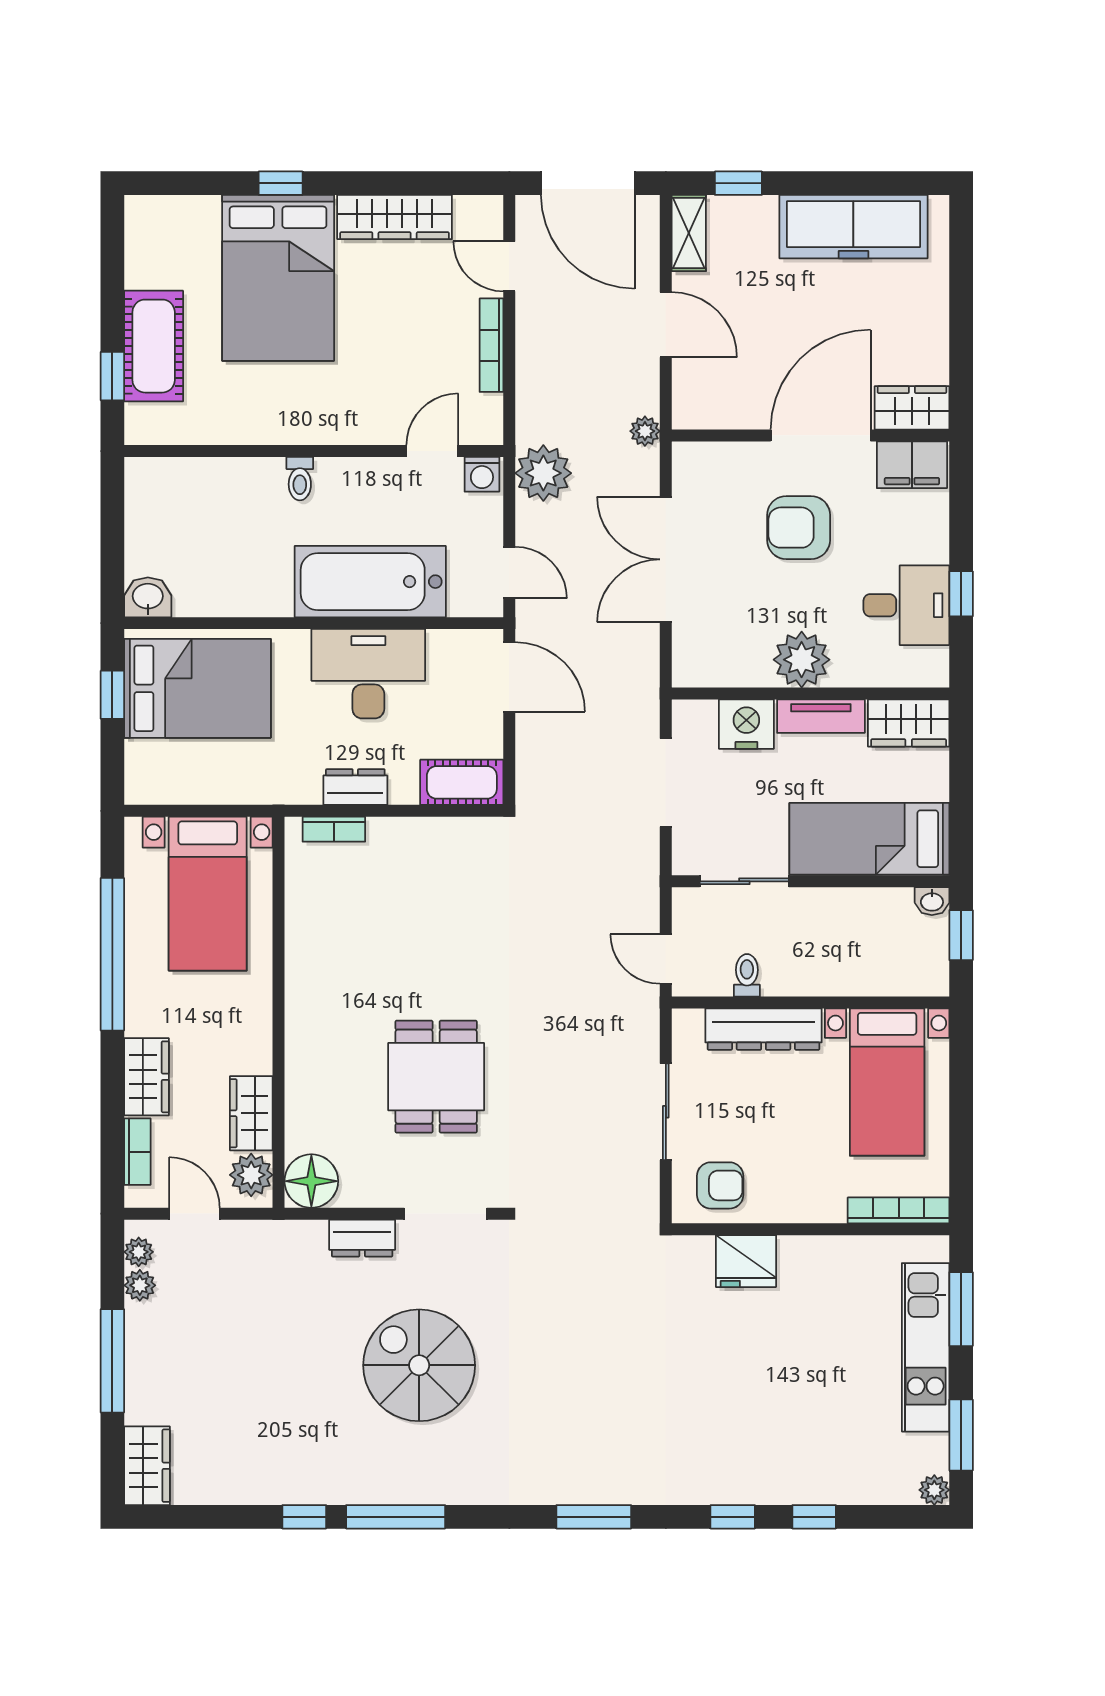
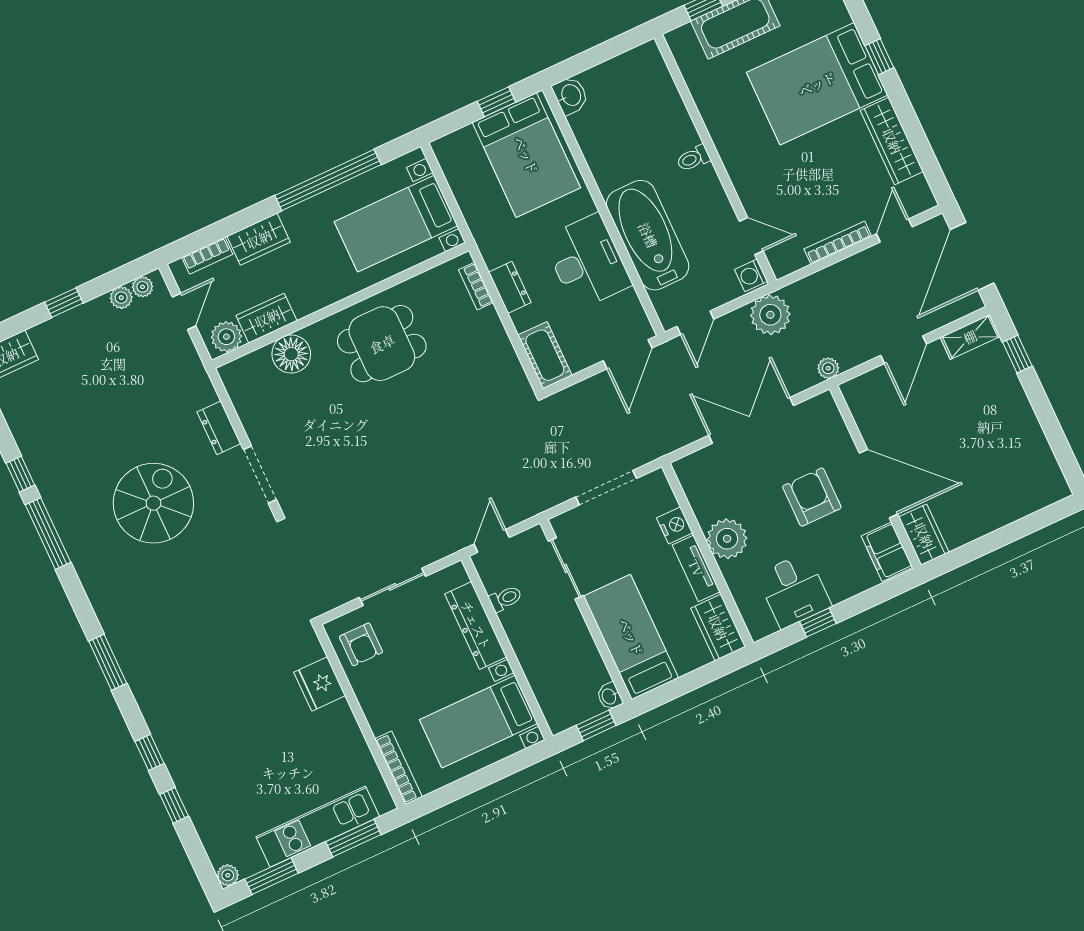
freezer: (853, 227) -> (1024, 442), removed
nightstand: (746, 724) -> (675, 525), width x0.74, depth x0.75
dining table: (436, 1077) -> (382, 344), moved
floor lamp: (311, 1181) -> (291, 354), moved
window: (112, 1361) -> (64, 303), width x0.46

